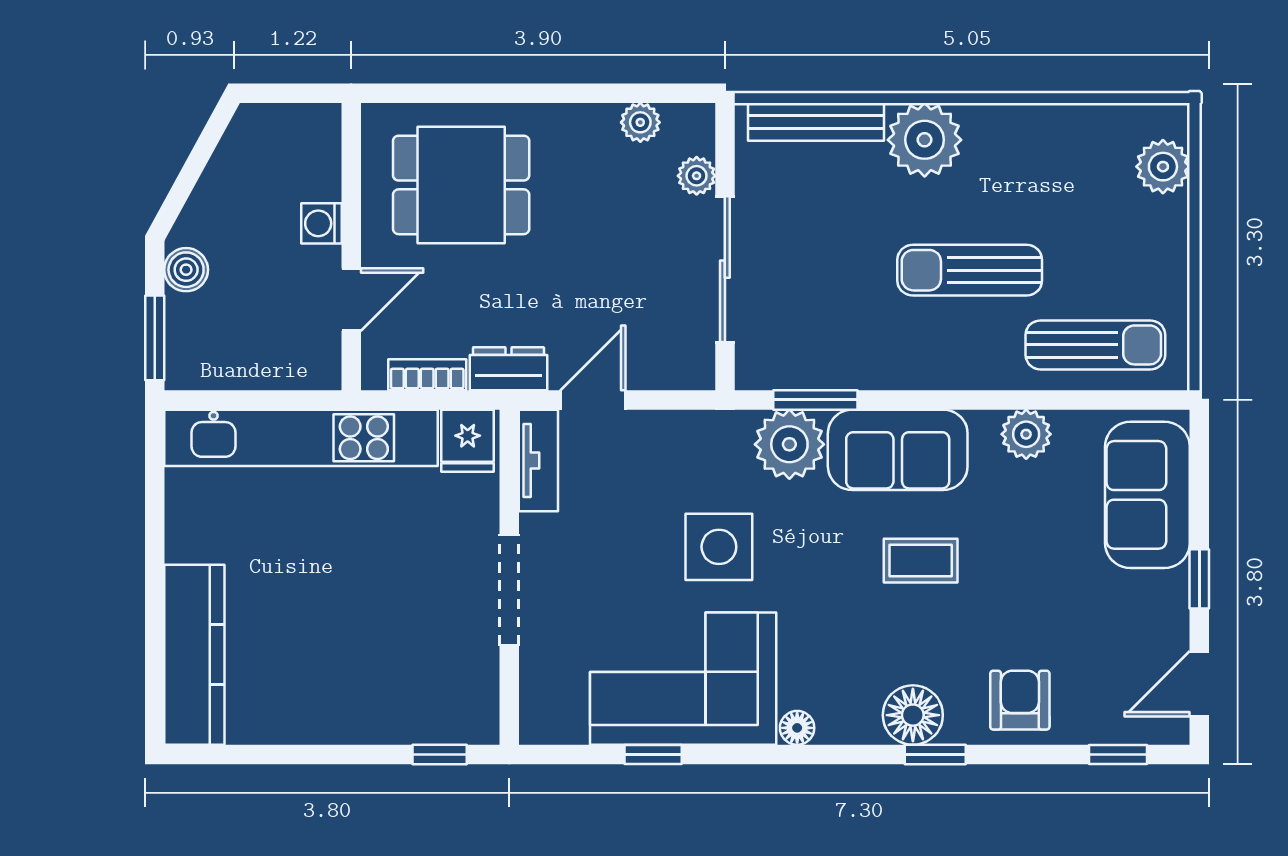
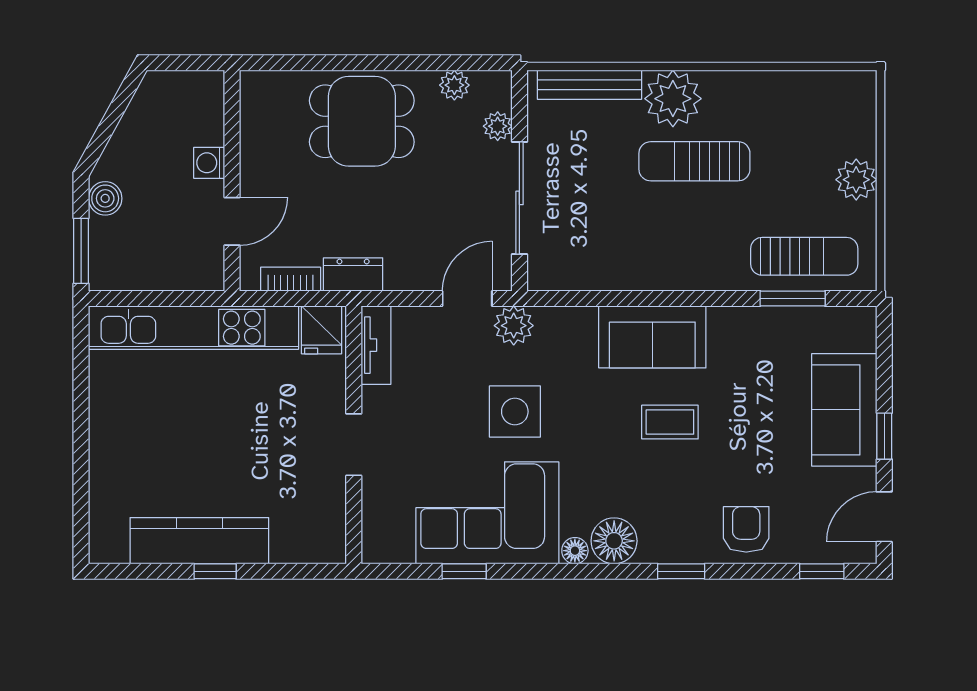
plant: (1163, 167) -> (856, 180), moved
dining table: (461, 185) -> (362, 121), moved
sun lounger: (970, 270) -> (694, 161), moved
door: (593, 400) -> (467, 299), moved
window: (815, 400) -> (793, 299), moved
plant: (1026, 434) -> (751, 325), removed
plant: (789, 444) -> (514, 326), moved, width x0.73, depth x0.73
sofa: (1147, 495) -> (844, 410), moved
doorway: (509, 590) -> (354, 445), width x0.73
kitchen counter: (194, 655) -> (199, 541), moved, turned -90
floor lamp: (913, 715) -> (614, 541), moved
window: (440, 755) -> (215, 571), moved

